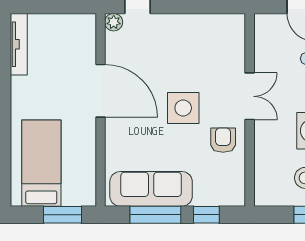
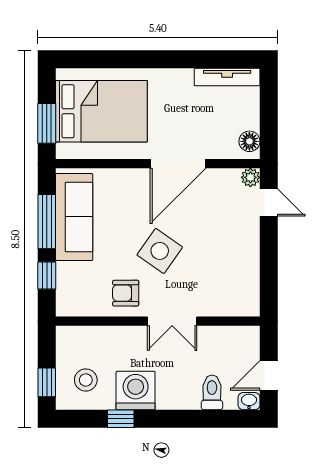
floor lamp: (80, 23) -> (249, 141), added
side table: (183, 108) -> (160, 251), turned 35
armchair: (223, 140) -> (126, 293), turned 180
bed: (41, 163) -> (101, 111), width x1.50

